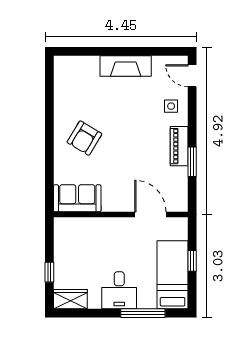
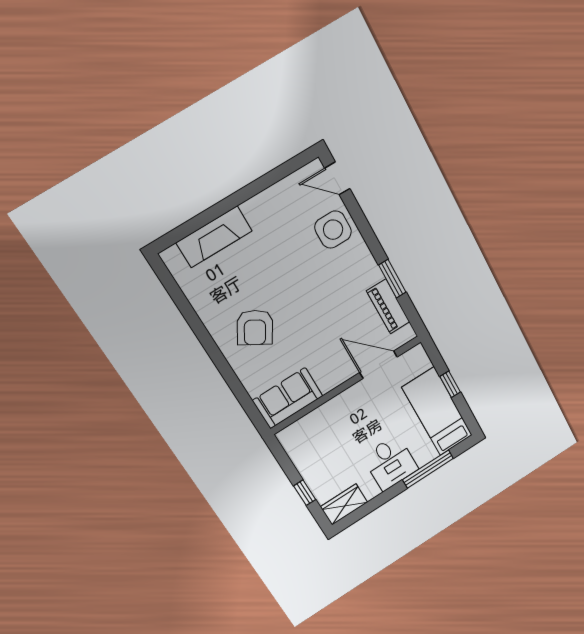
fireplace: (126, 66) -> (214, 237), moved
side table: (171, 106) -> (333, 230), width x1.87, depth x1.87
piano: (179, 146) -> (388, 306), moved

